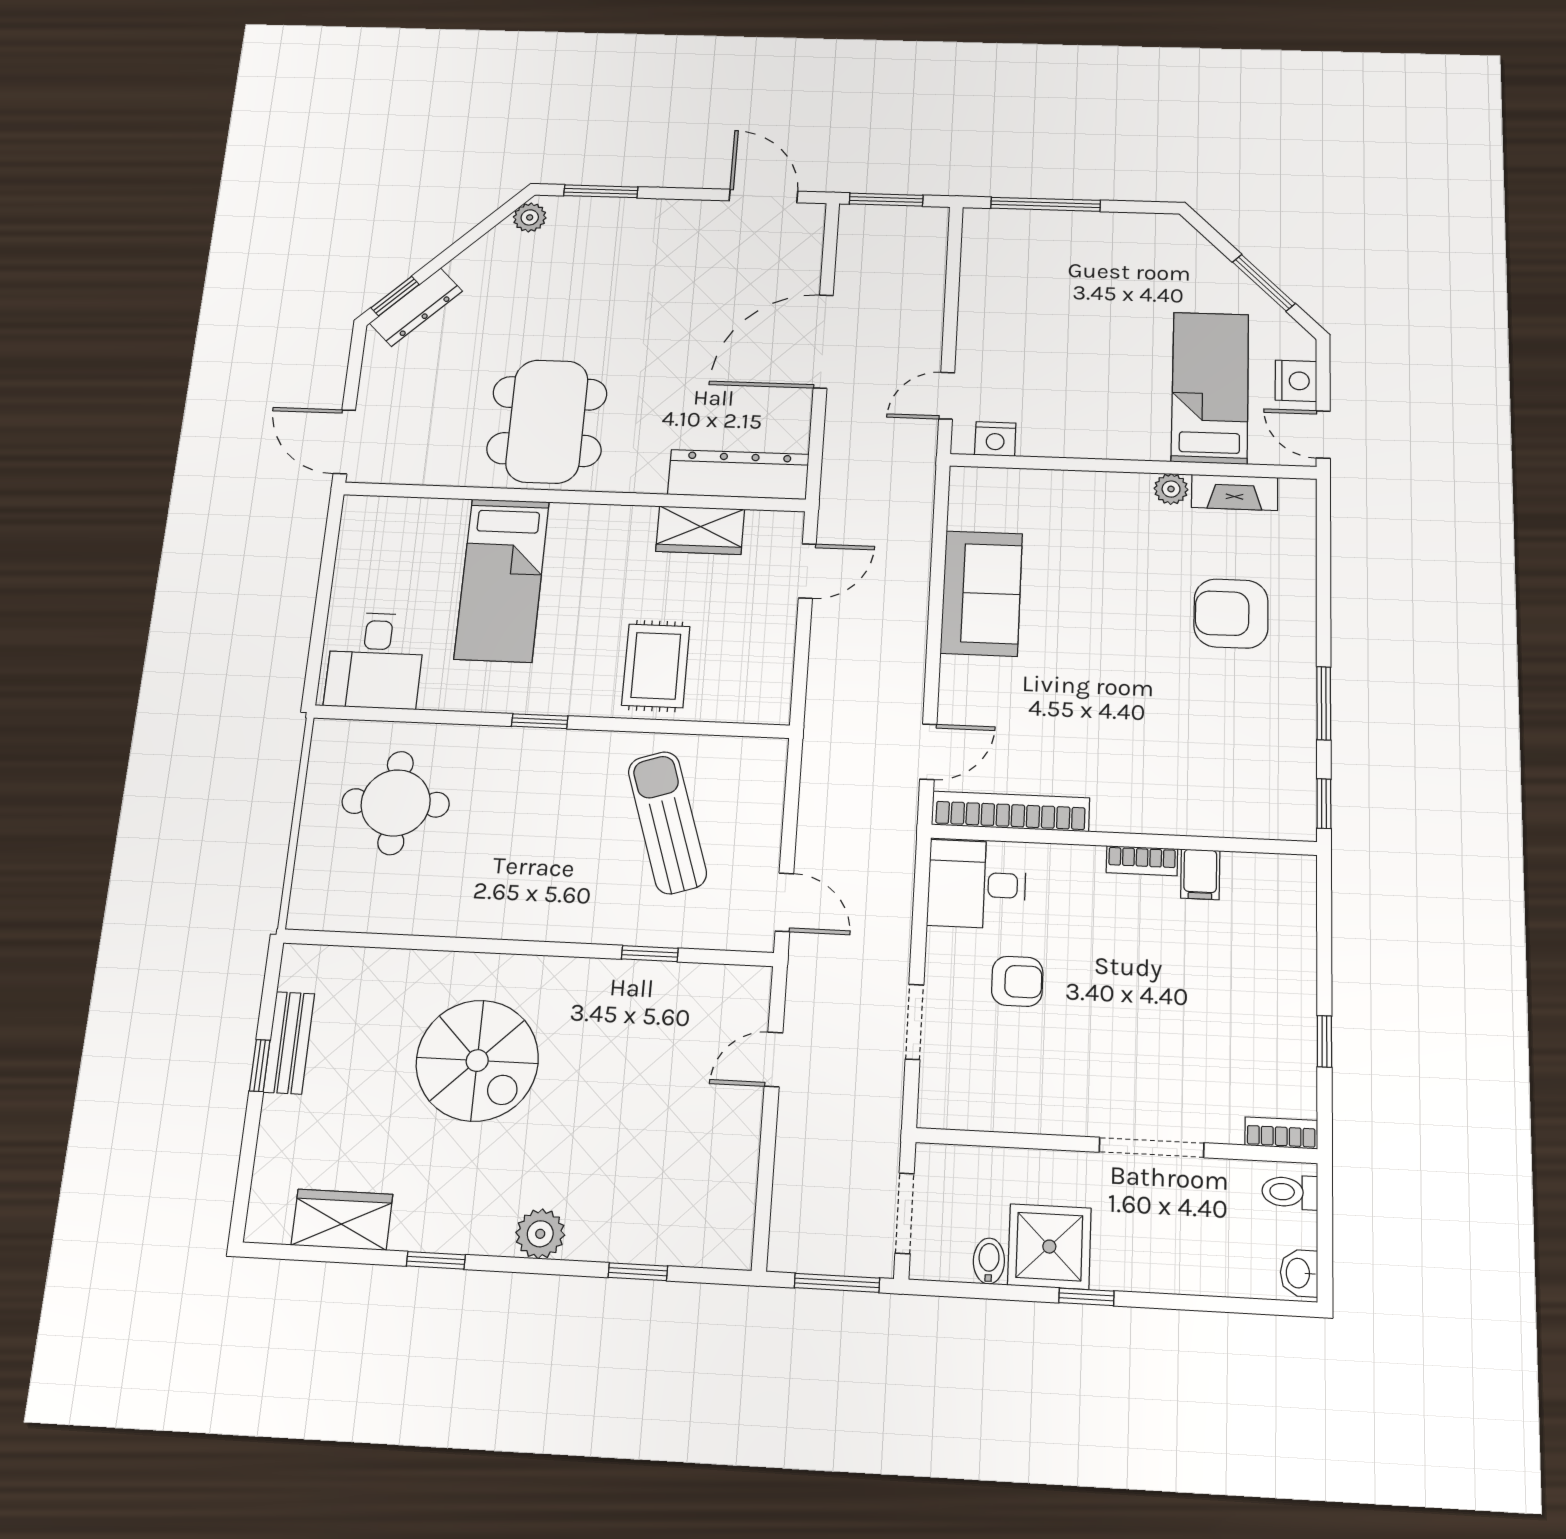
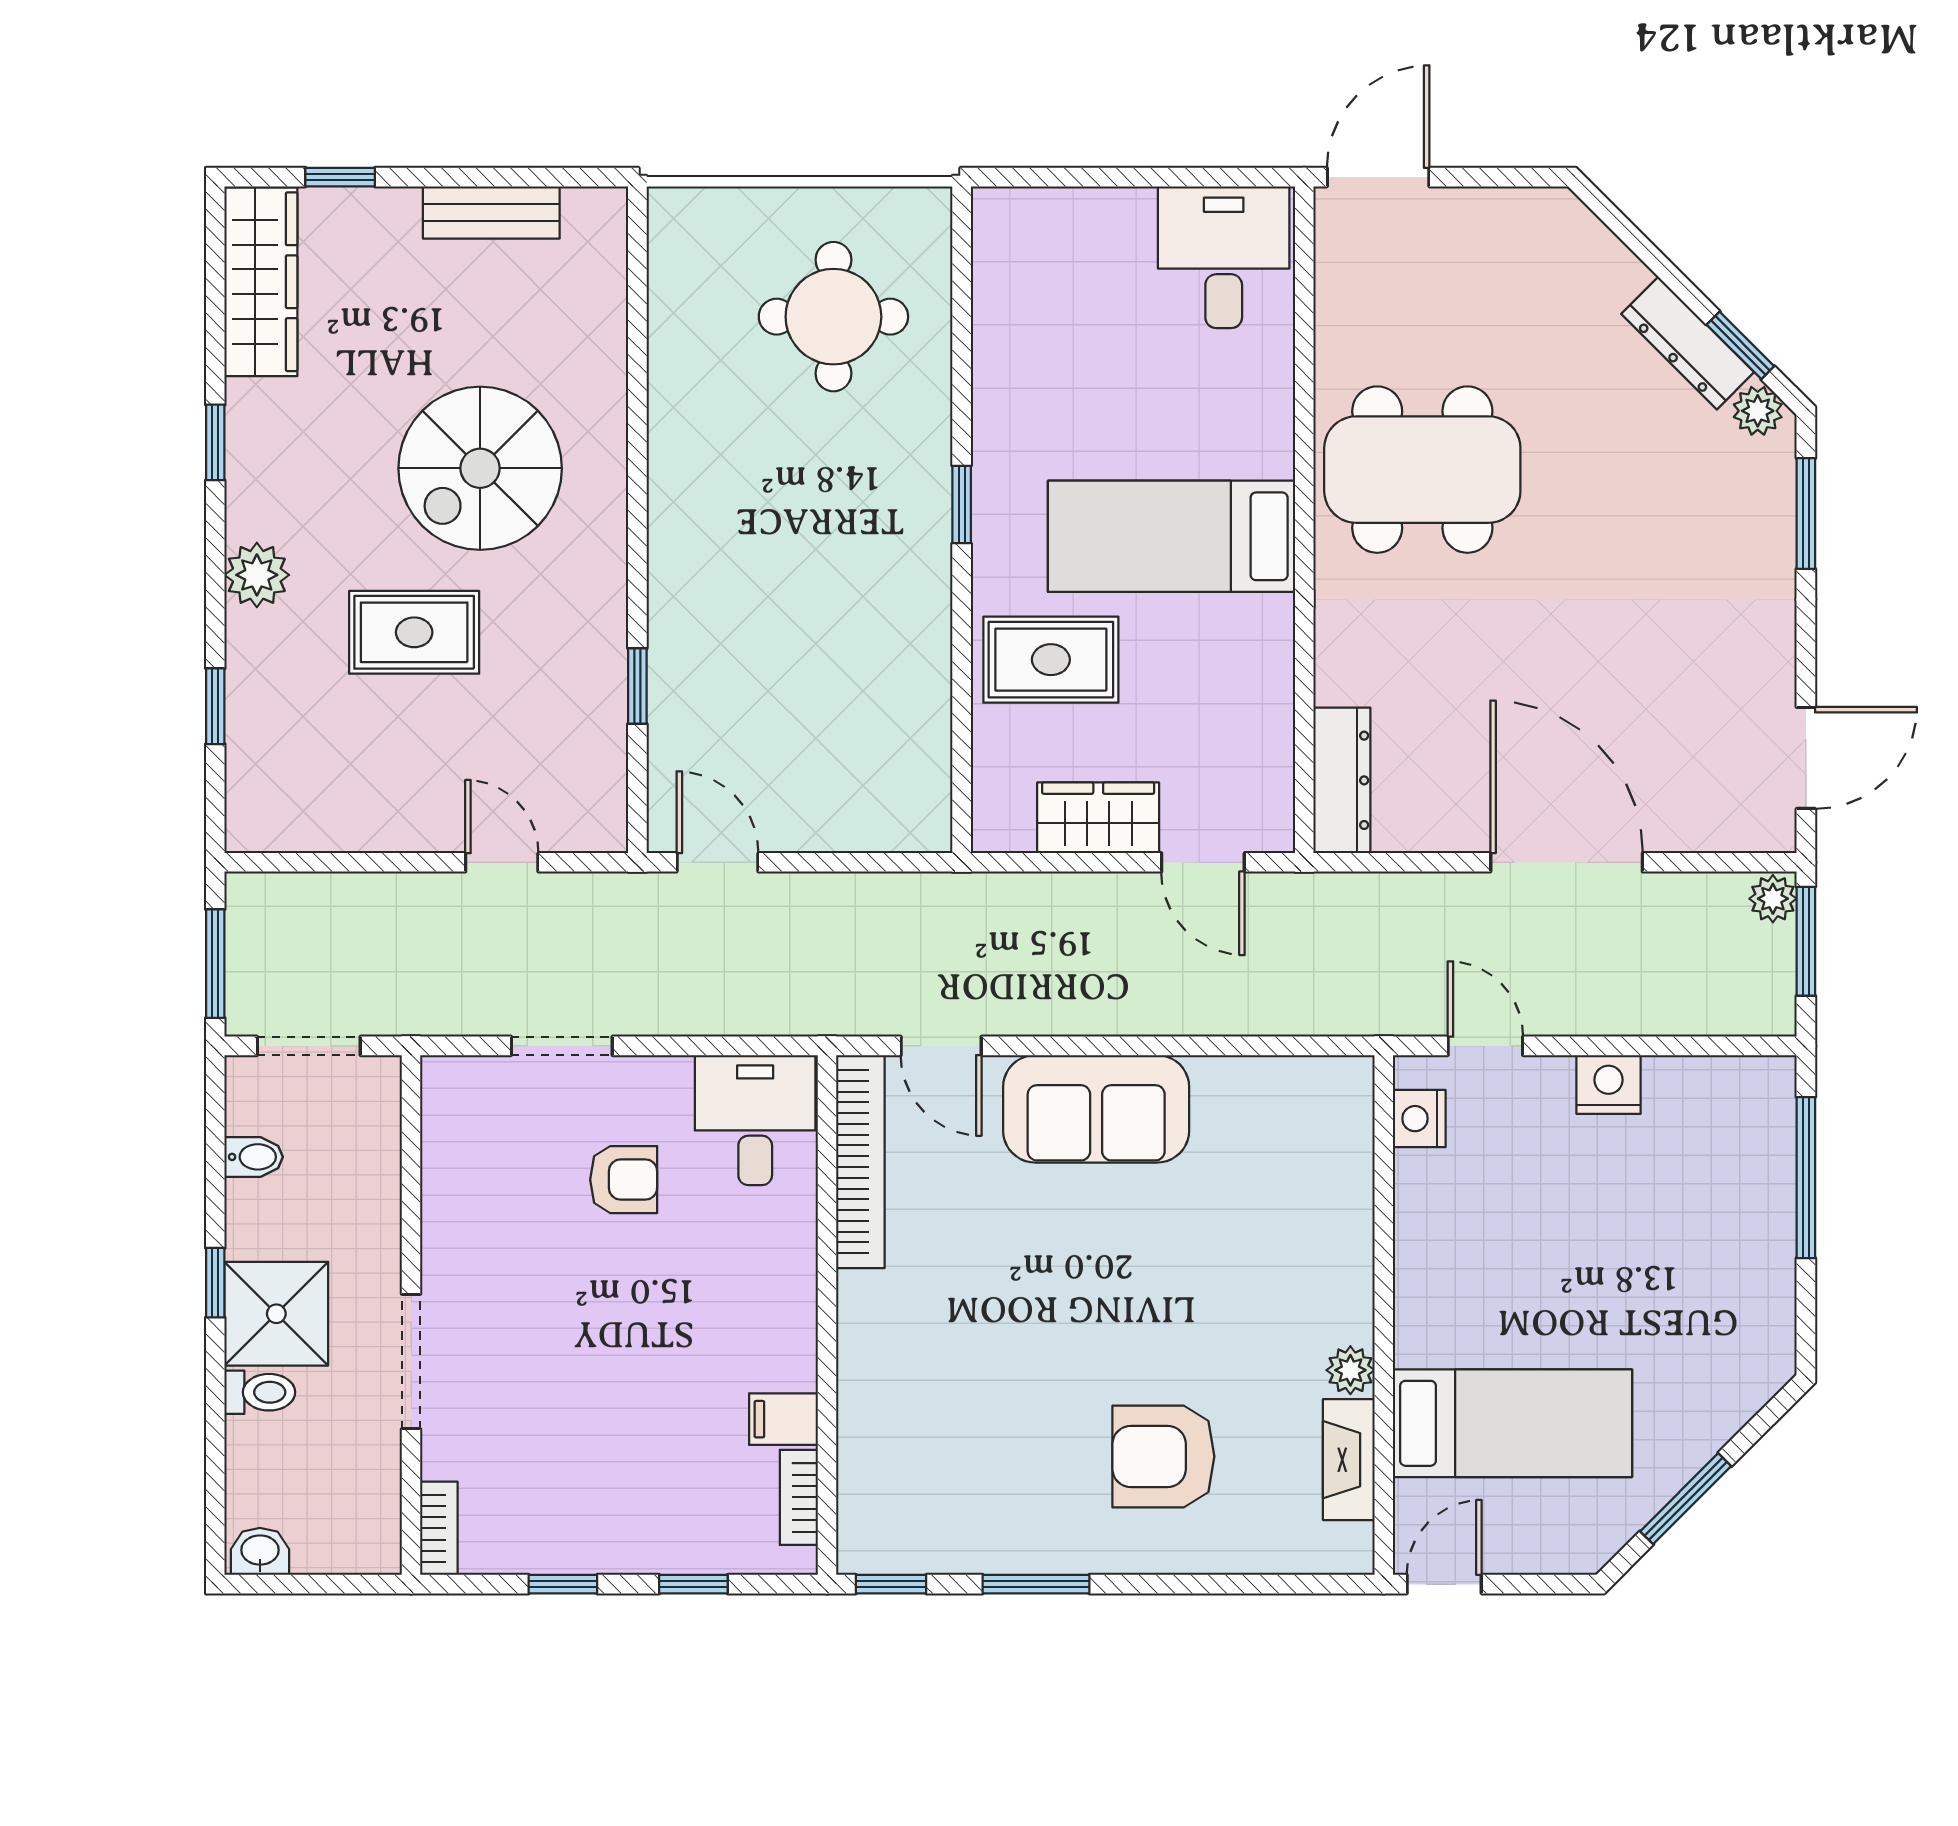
plant: (856, 218) -> (1773, 899), added
window: (395, 296) -> (1740, 345), moved
dresser: (416, 307) -> (1688, 343), moved
nightstand: (1296, 381) -> (1608, 1084), moved, turned 180
dresser: (738, 474) -> (1342, 780), width x0.73, depth x0.80
wardrobe: (700, 530) -> (1098, 818), moved, turned 90
bed: (502, 580) -> (1171, 536), moved
sofa: (981, 593) -> (1096, 1109), moved
armchair: (1231, 614) -> (1163, 1456), turned -90
desk: (375, 660) -> (1224, 257), moved, turned 90
sun lounger: (667, 822) -> (823, 694), removed
bookcase: (1142, 861) -> (799, 1497), moved
door: (784, 902) -> (718, 862), swing flipped
window: (1324, 945) -> (693, 1584), added
armchair: (1017, 981) -> (624, 1180), turned -90
window: (260, 1065) -> (340, 177), moved
rug: (595, 1116) -> (414, 632), added
toilet: (1290, 1192) -> (260, 1392), moved, turned 90
wardrobe: (342, 1220) -> (261, 282), width x1.50
shower: (1049, 1247) -> (276, 1314), moved

